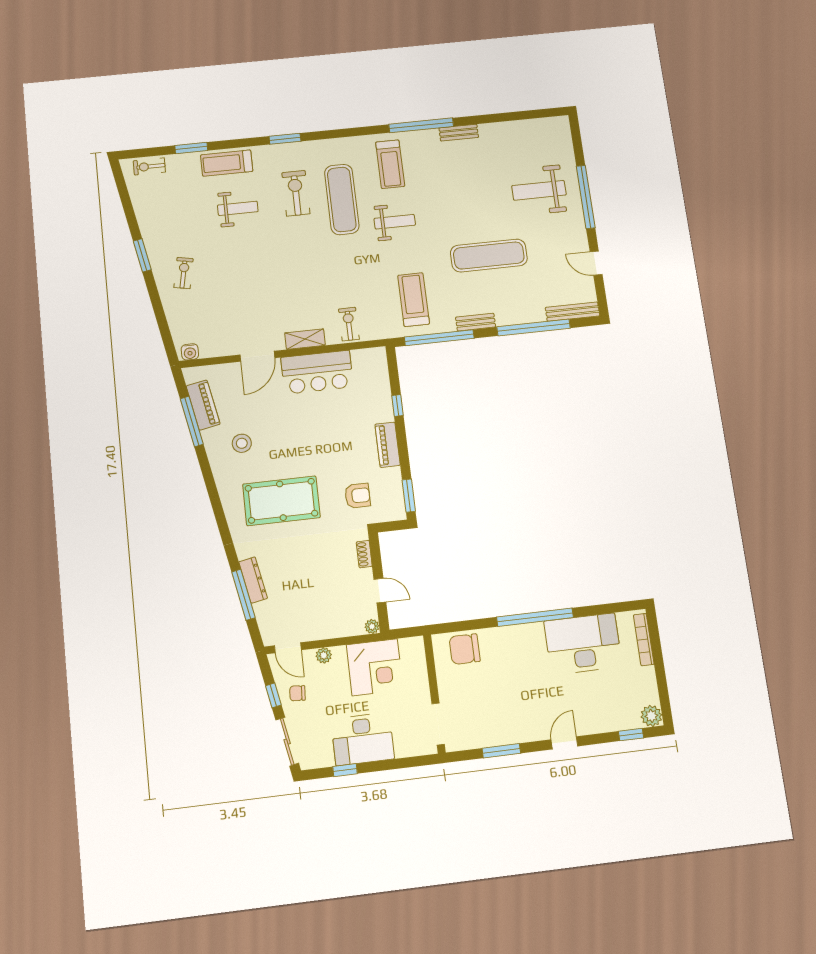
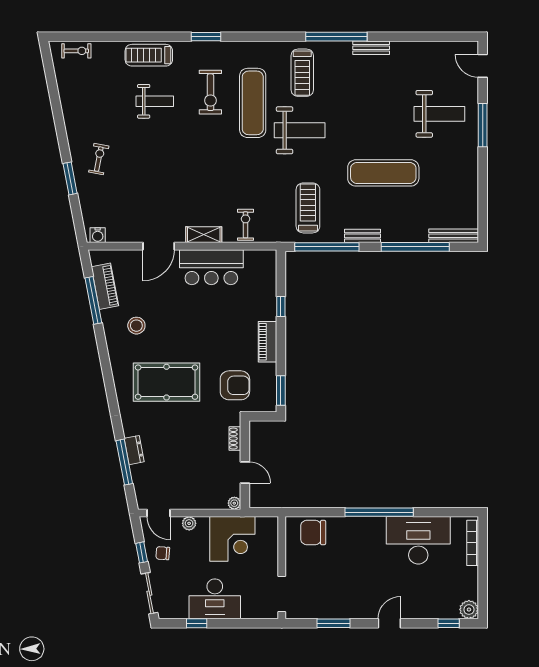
window: (191, 148) -> (117, 37), removed
exercise bike: (149, 166) -> (76, 51), turned 180
weight bench: (539, 190) -> (439, 114), turned 180
exercise bike: (296, 193) -> (210, 92), turned 180
window: (586, 197) -> (483, 125), width x0.68
weight bench: (395, 222) -> (300, 130), width x1.36, depth x1.33
window: (142, 255) -> (70, 178), moved
door: (596, 263) -> (483, 66), moved
armchair: (357, 496) -> (235, 385), width x1.38, depth x1.38
dresser: (253, 580) -> (134, 450), width x0.70

